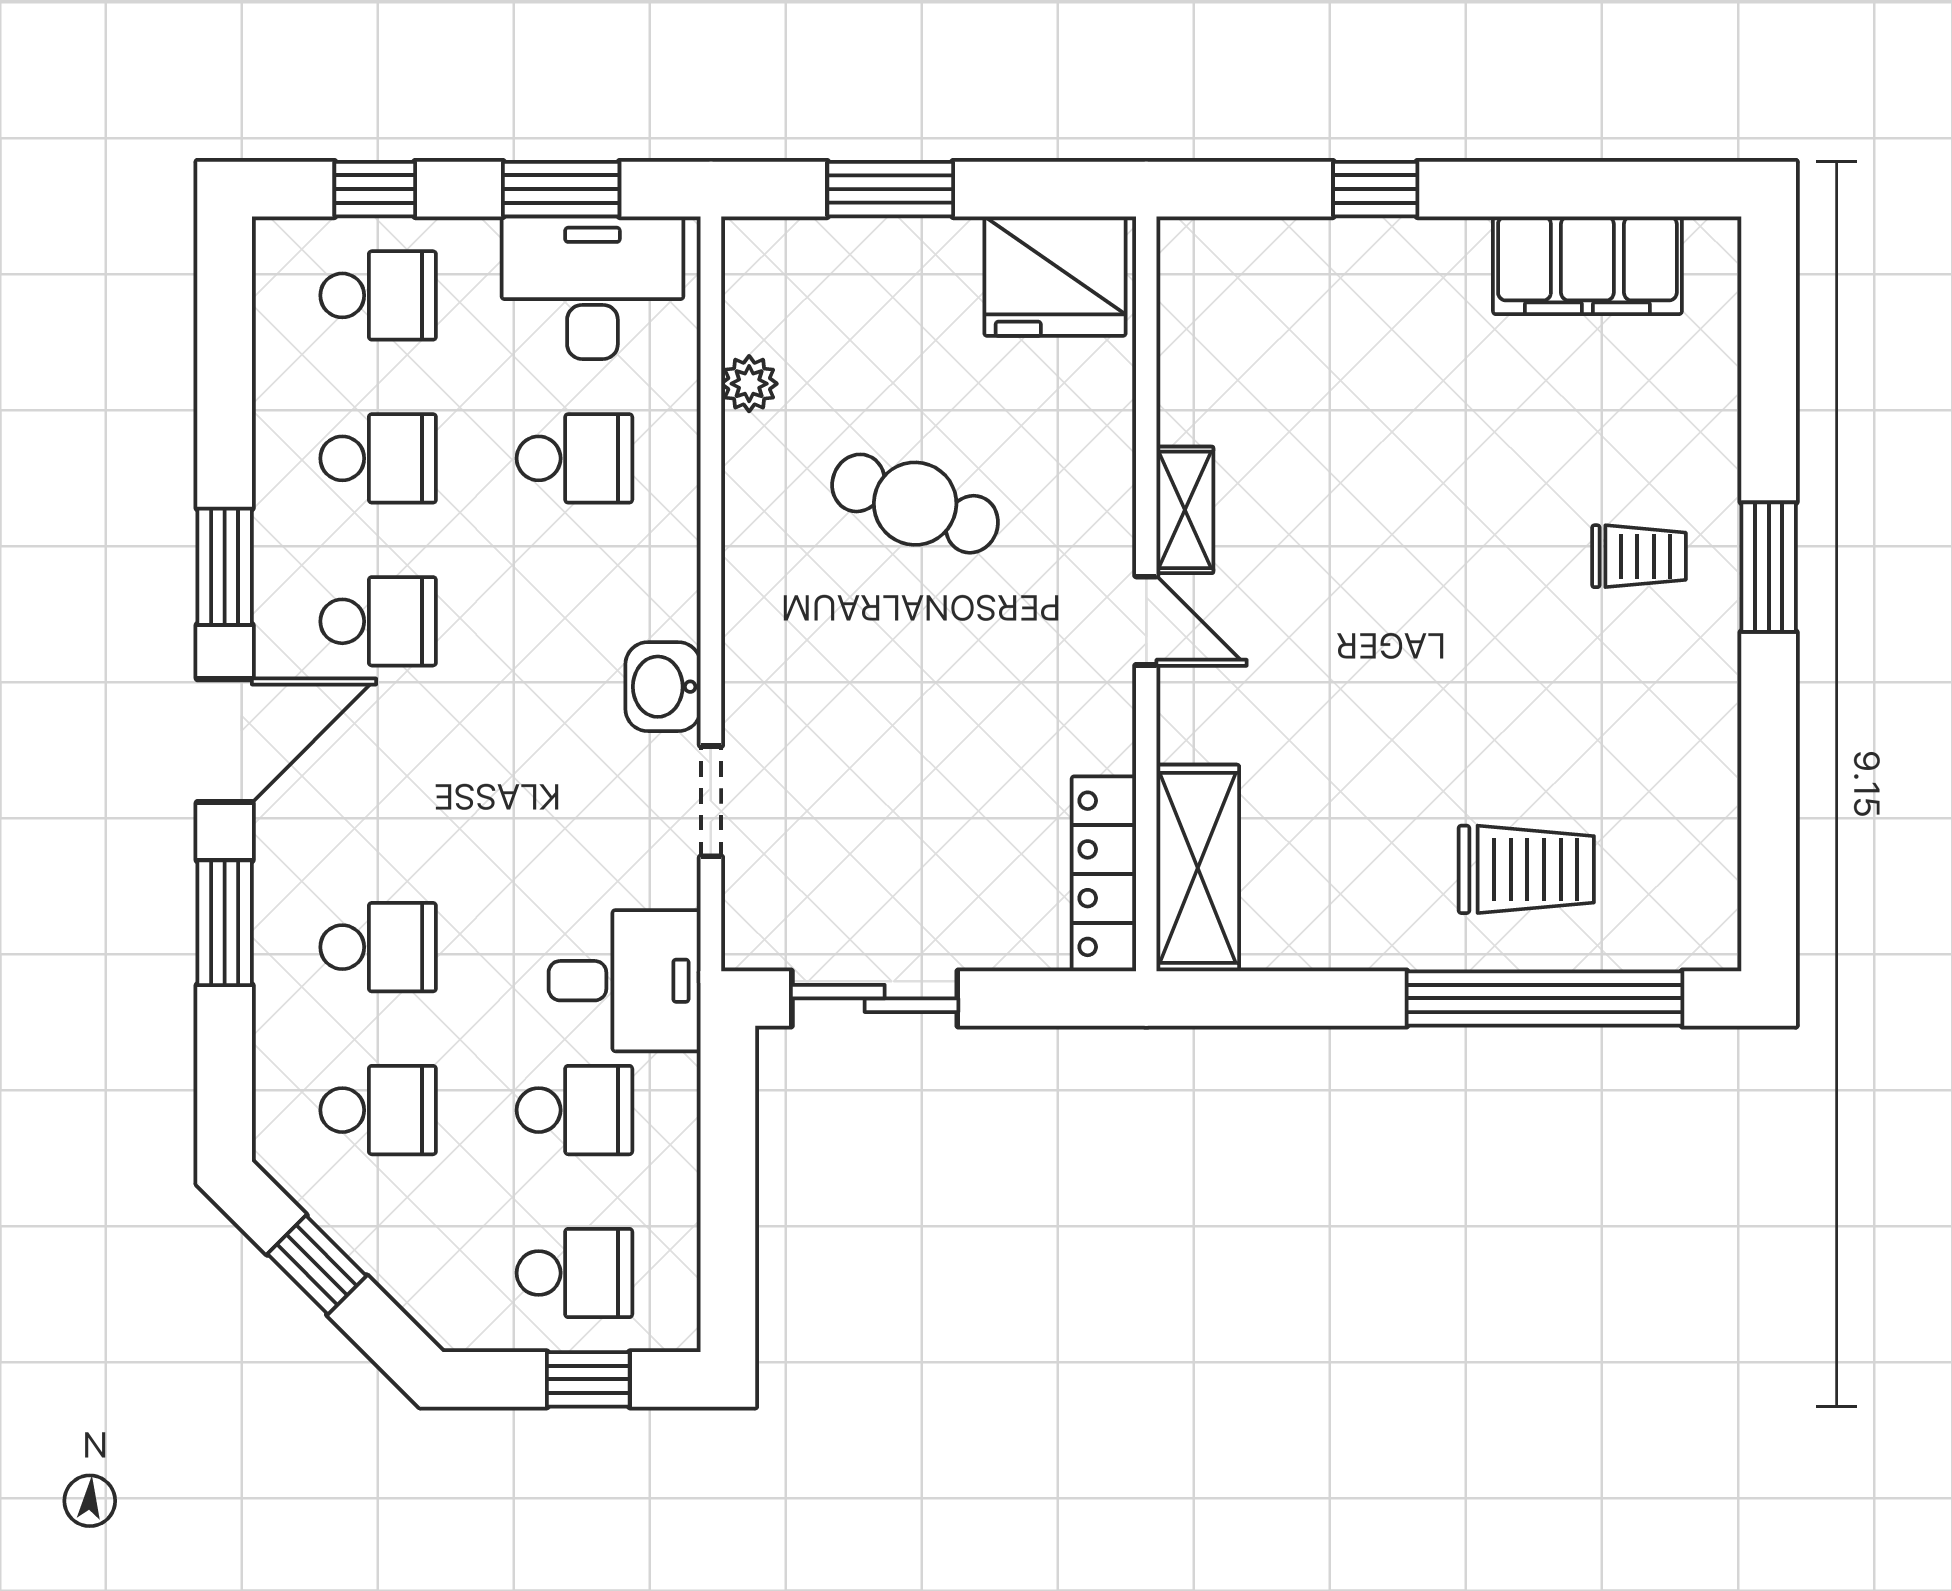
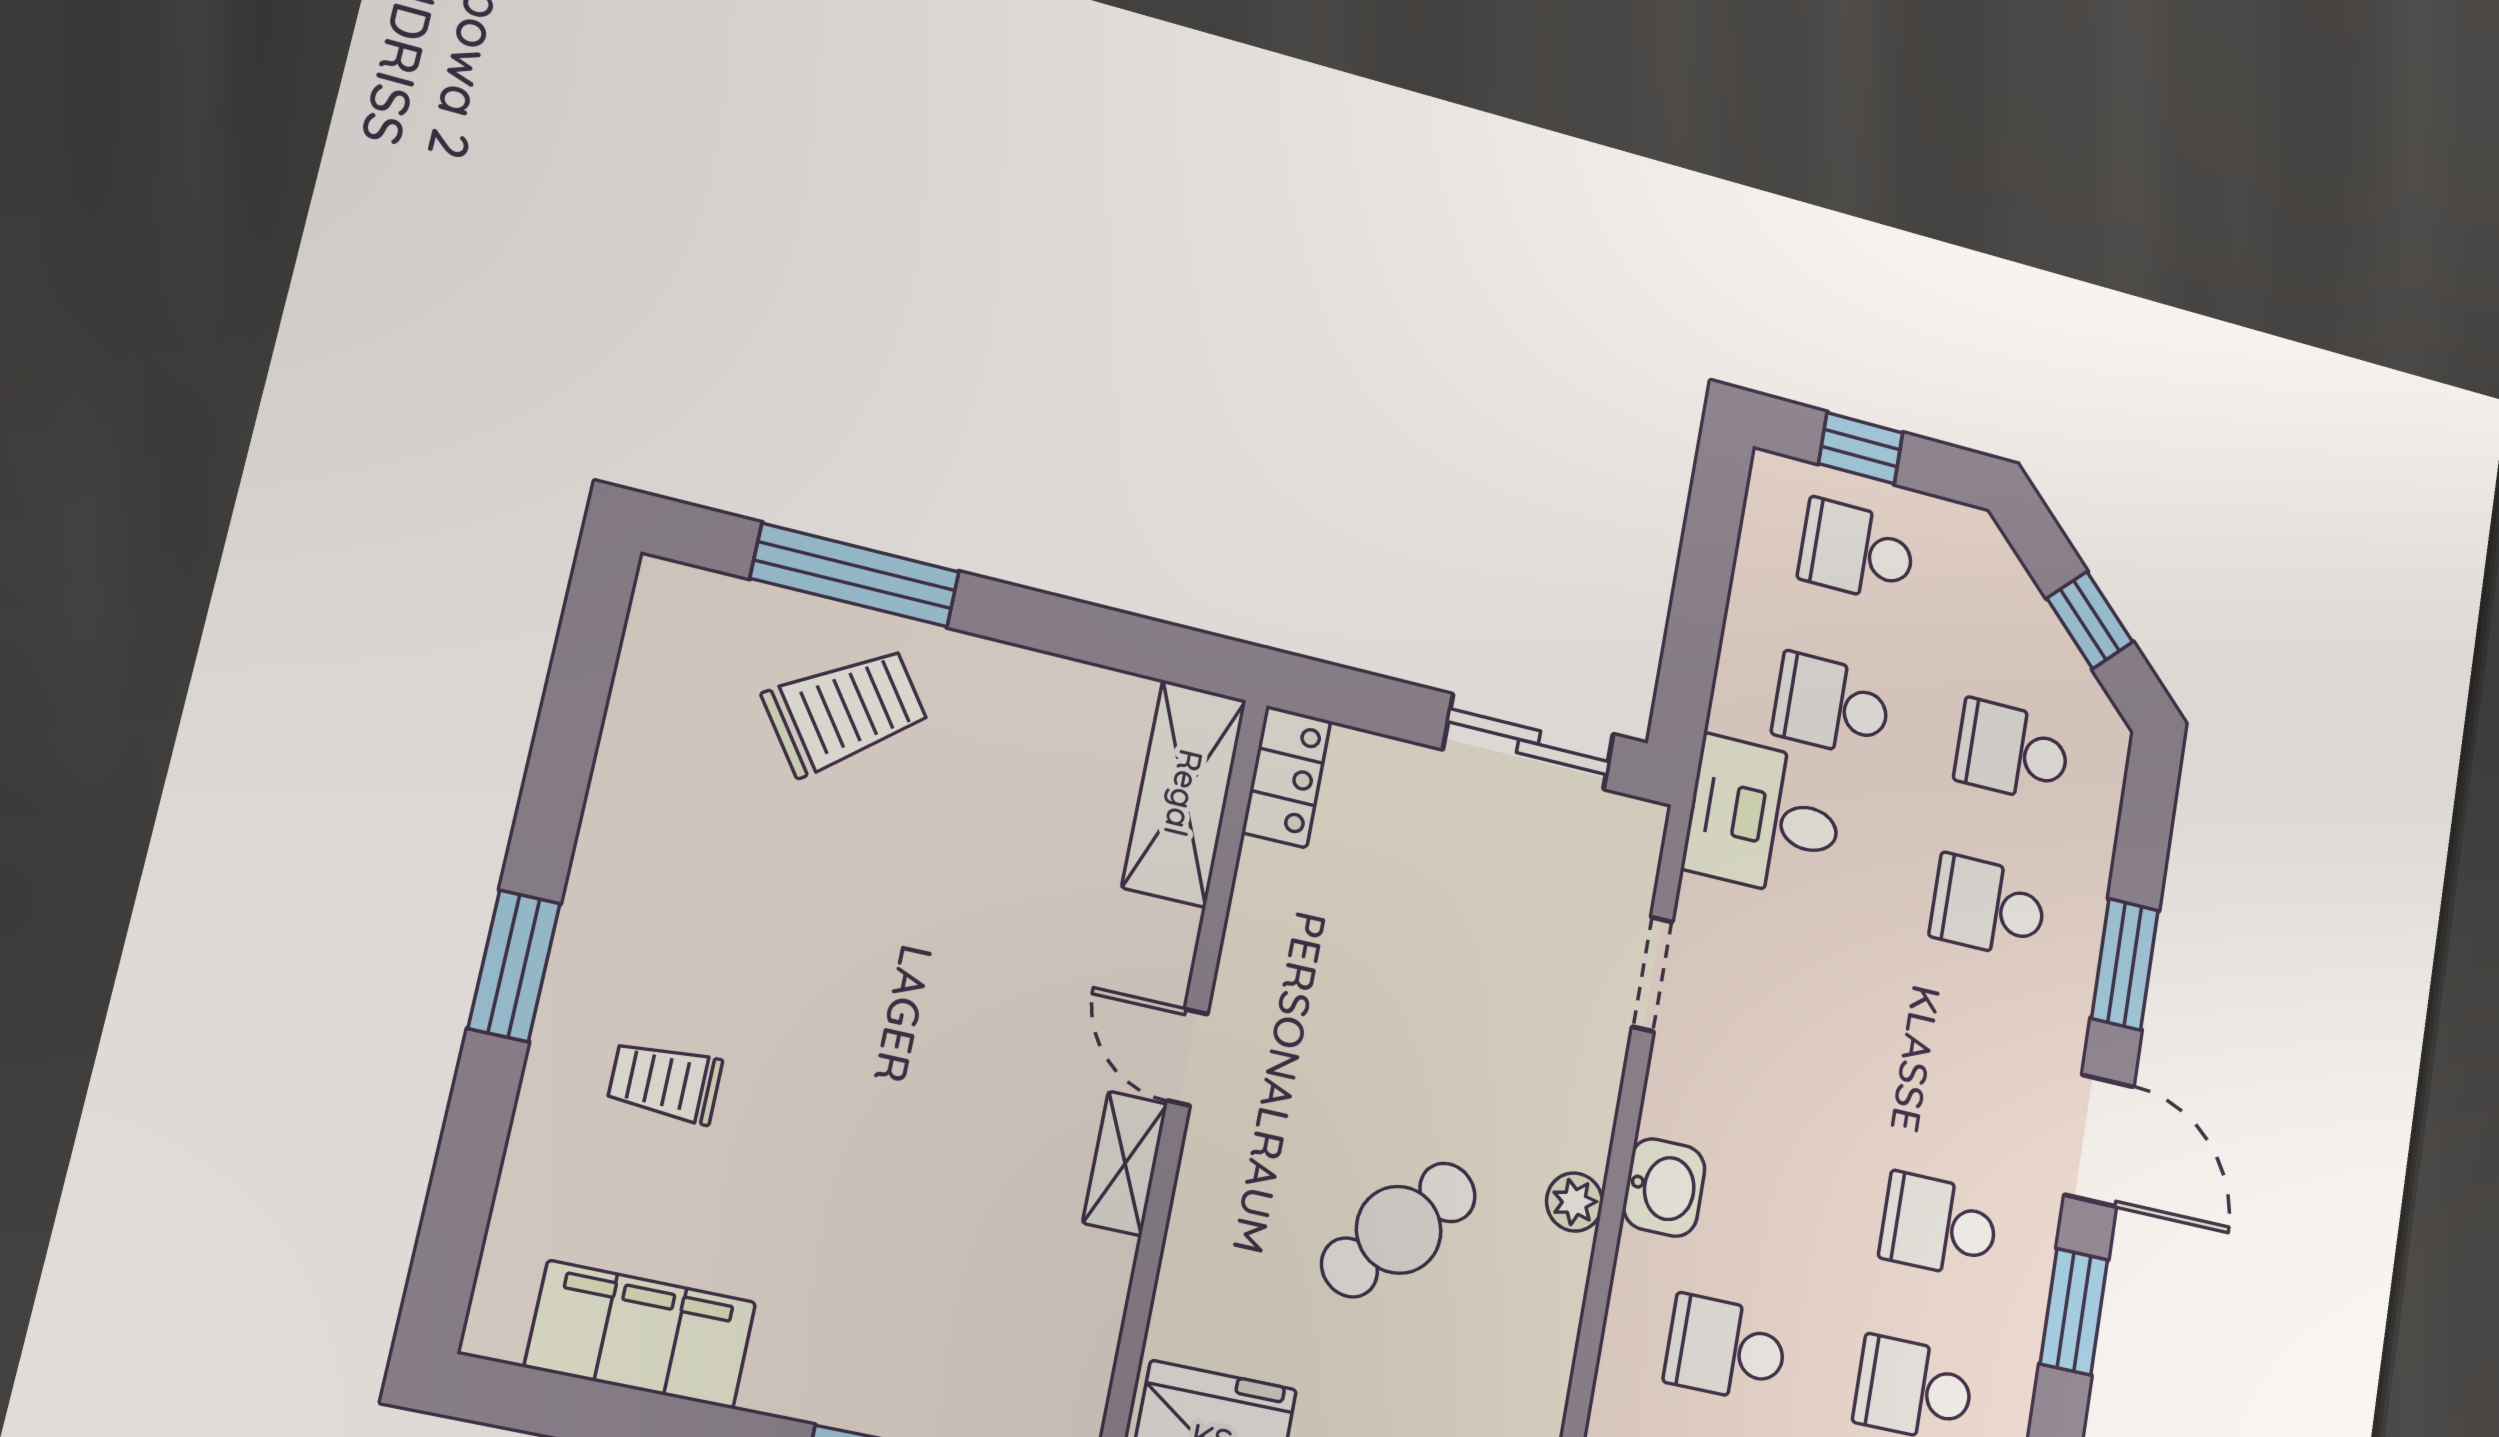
plant: (749, 384) -> (1575, 1202), moved
cafe table: (915, 504) -> (1399, 1230), turned -68
trolley: (1639, 556) -> (665, 1082), moved
washbasin: (663, 687) -> (1664, 1187), moved
door: (225, 741) -> (2099, 1140), swing flipped
trolley: (1526, 869) -> (846, 711), turned 145
locker: (1104, 874) -> (1286, 777), width x0.66
window: (1544, 998) -> (855, 575), width x0.68

